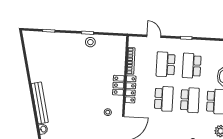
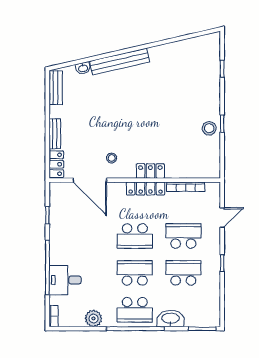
school desk: (190, 100) -> (135, 273), turned 180

